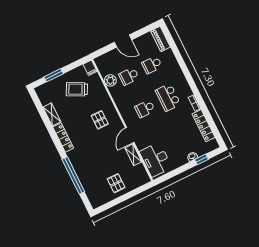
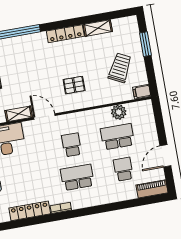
door: (123, 41) -> (165, 156), moved
school desk: (129, 76) -> (117, 137), width x1.85

